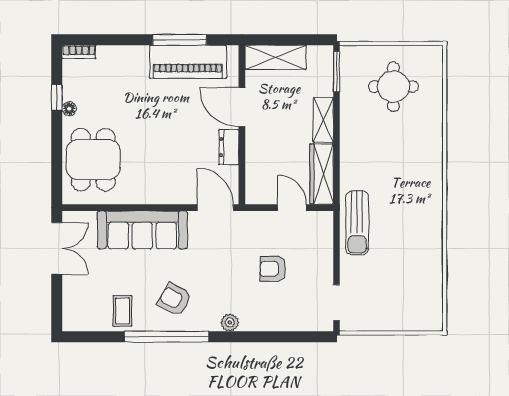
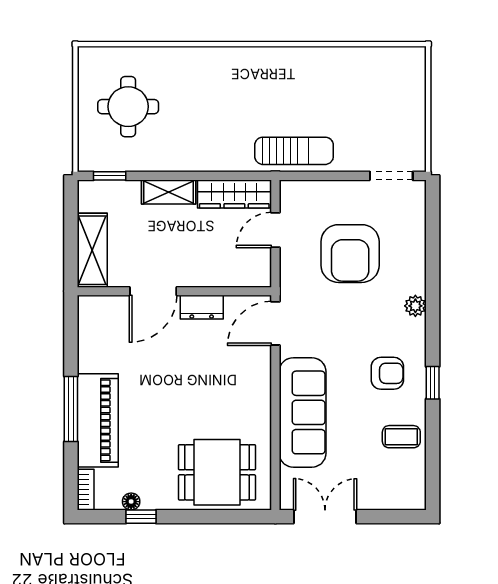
window: (180, 40) -> (71, 409), moved
piano: (188, 62) -> (98, 420), moved
window: (337, 72) -> (110, 176), width x0.67
floor lamp: (69, 109) -> (131, 502), moved
armchair: (273, 269) -> (350, 254), width x1.88, depth x1.88
armchair: (174, 300) -> (387, 373), turned -118
window: (167, 337) -> (433, 383), width x0.32

